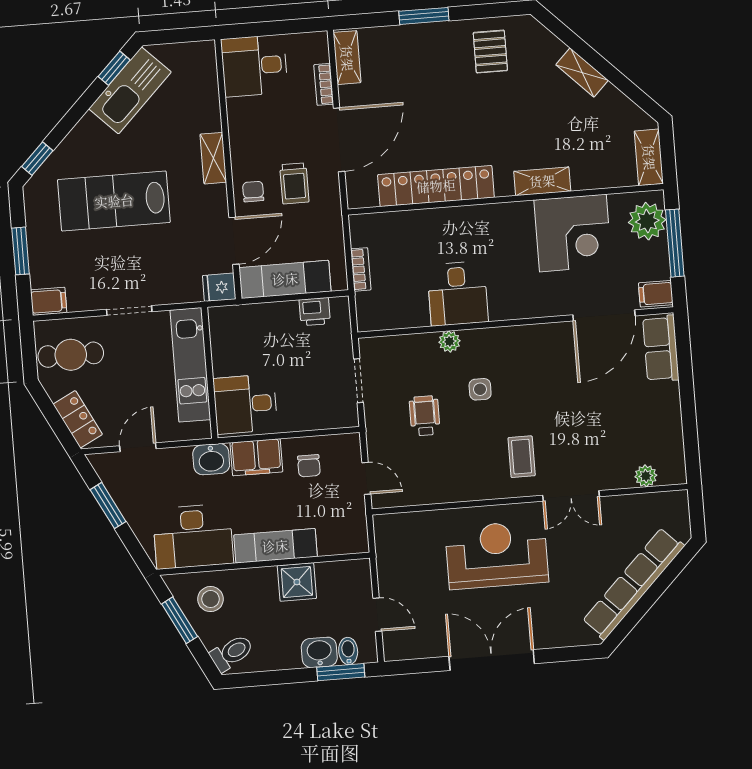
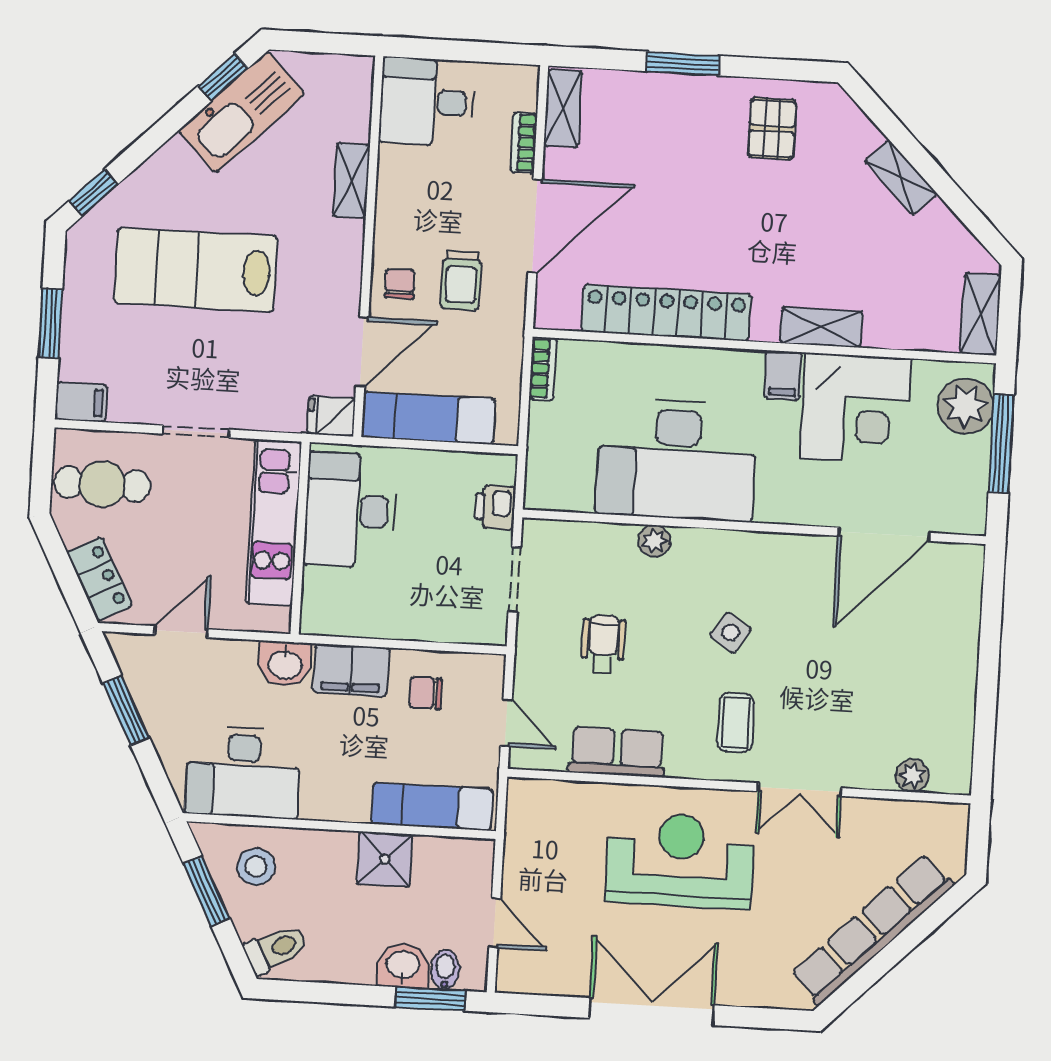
shelving: (213, 158) -> (351, 181), moved
bookcase: (361, 269) -> (543, 369), moved
desk: (458, 294) -> (677, 460), width x1.87, depth x1.30
filing cabinet: (656, 294) -> (783, 375), moved, turned -90
printer: (315, 312) -> (495, 507), moved, turned 90
row of seats: (661, 348) -> (617, 752), moved, turned 90
side table: (480, 389) -> (731, 633), moved, turned 33
desk: (245, 404) -> (350, 510), moved, width x1.37
chair: (309, 466) -> (426, 693), turned 90
exam couch: (275, 546) -> (432, 807), moved

